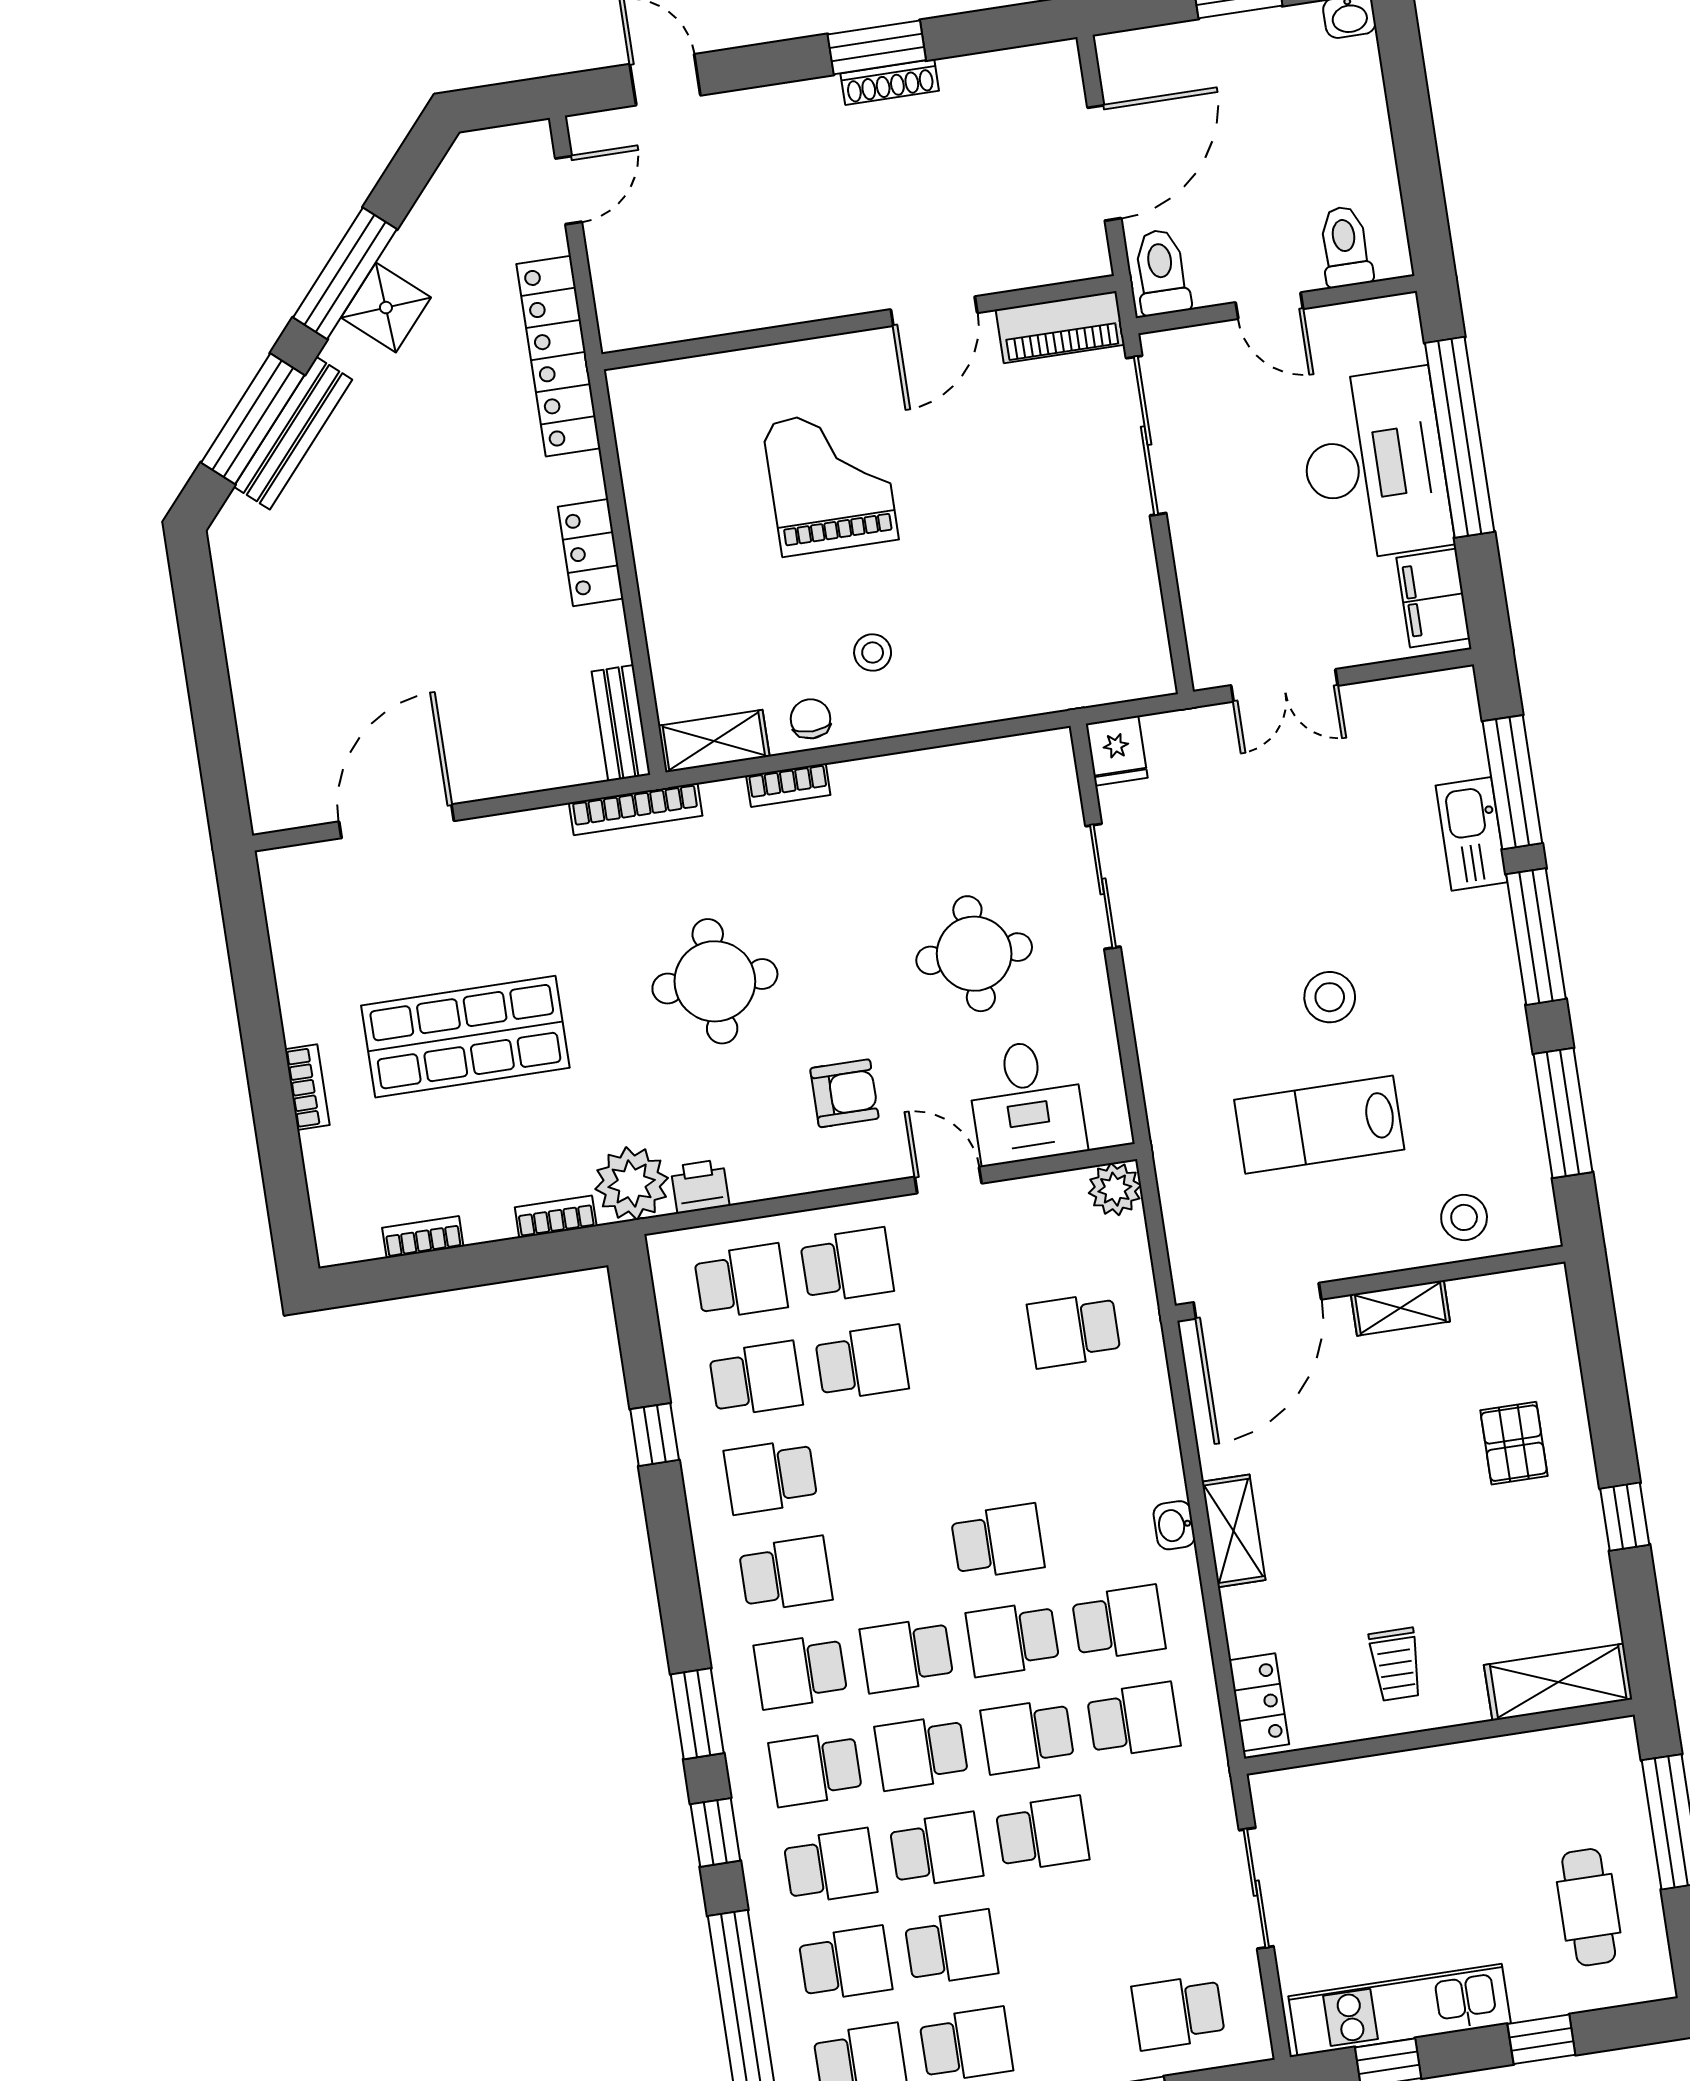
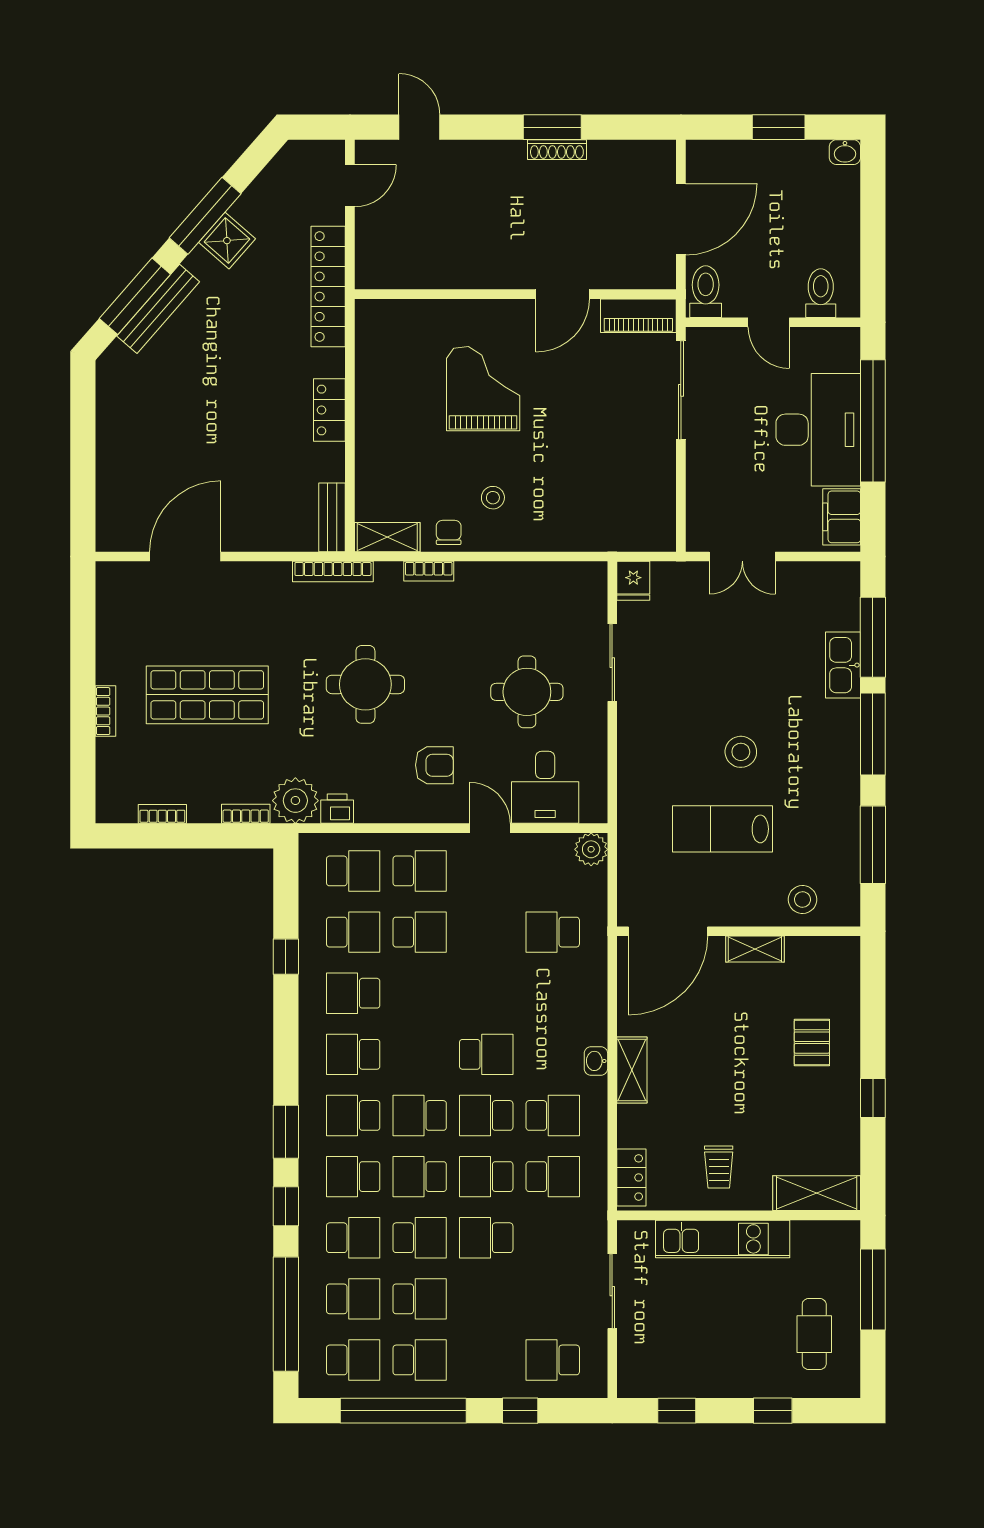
school desk: (786, 1574) -> (353, 1054), turned 180
school desk: (1042, 1834) -> (486, 1238), turned 180
kitchen unit: (1400, 2010) -> (723, 1239), moved, turned 180

